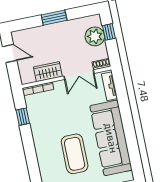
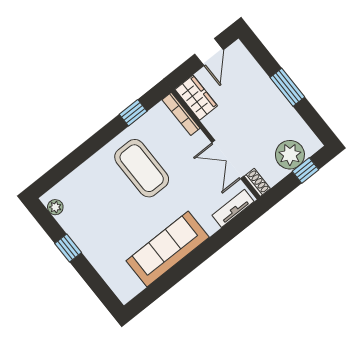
wardrobe: (48, 72) -> (196, 98), moved
sofa: (111, 138) -> (168, 249), width x0.74, depth x0.79
coffee table: (75, 154) -> (142, 168), moved, turned 90

